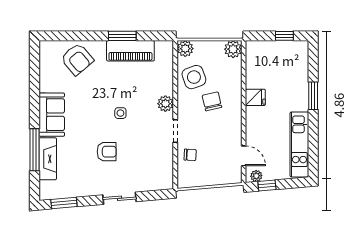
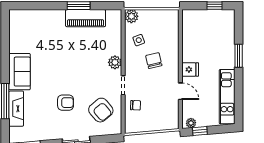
plant: (233, 49) -> (171, 17), removed
armchair: (77, 59) -> (101, 110), moved
side table: (194, 77) -> (139, 40), width x0.54, depth x0.54
fridge: (255, 97) -> (190, 69), moved
side table: (120, 113) -> (77, 70), removed
door: (244, 156) -> (180, 91), moved

